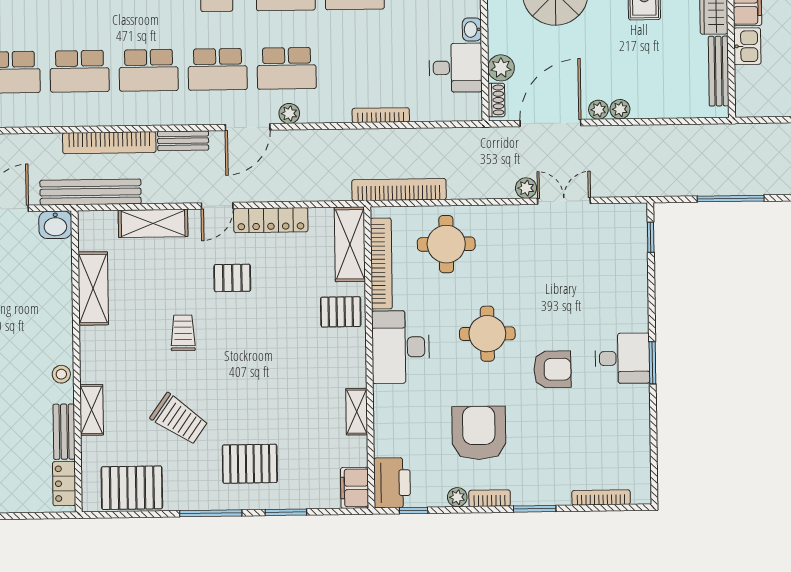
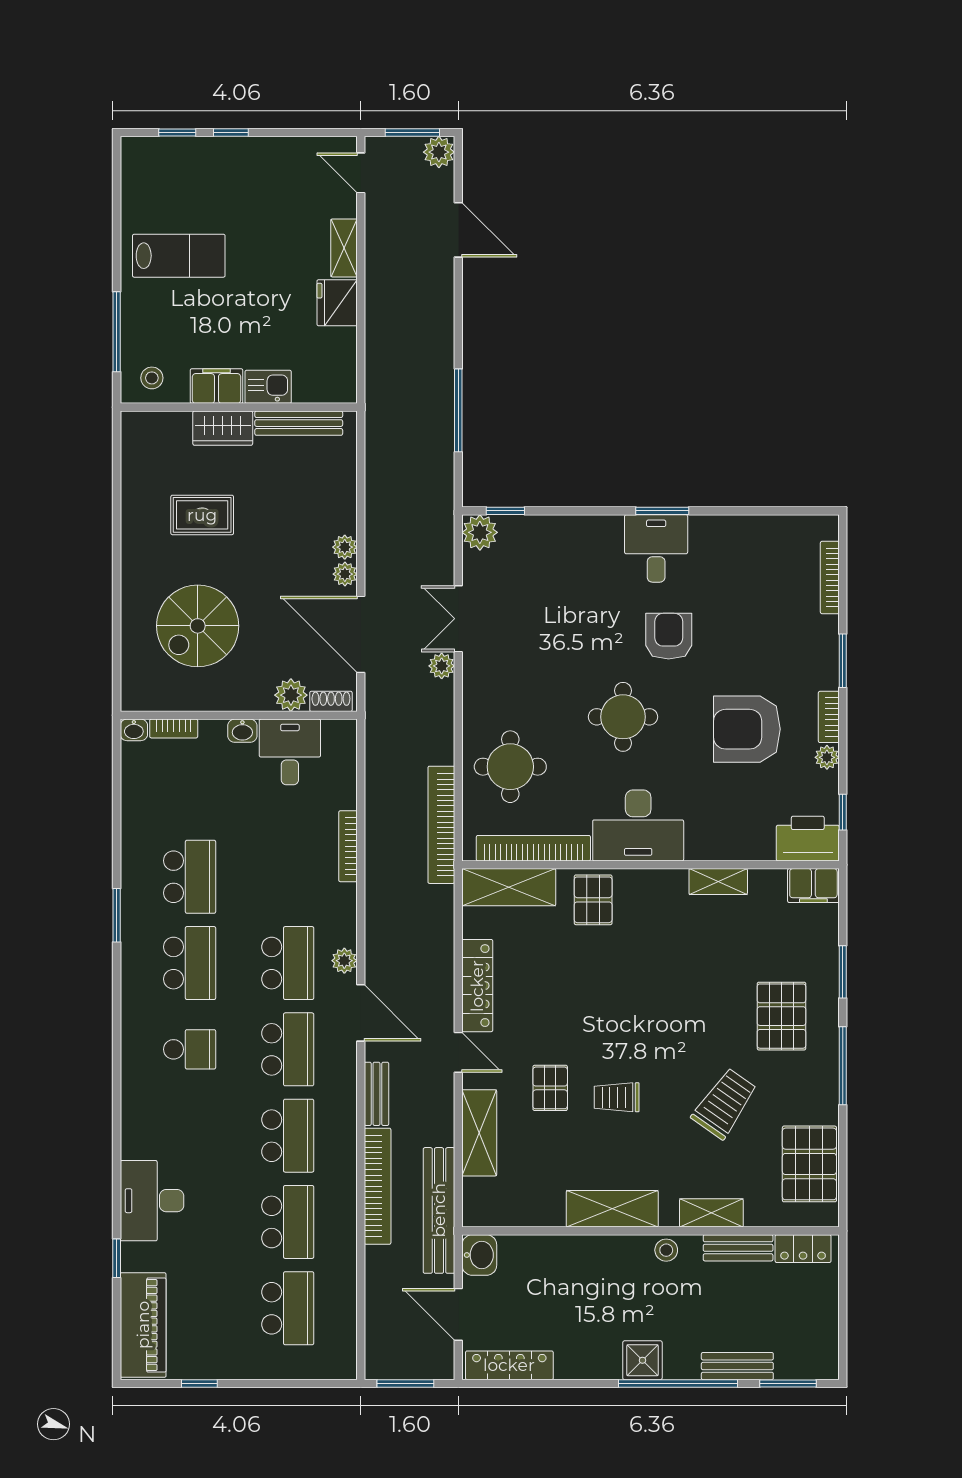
plant: (633, 217) -> (480, 532), added
pallet: (232, 278) -> (550, 1088), moved
shelving: (93, 288) -> (612, 1209), moved

